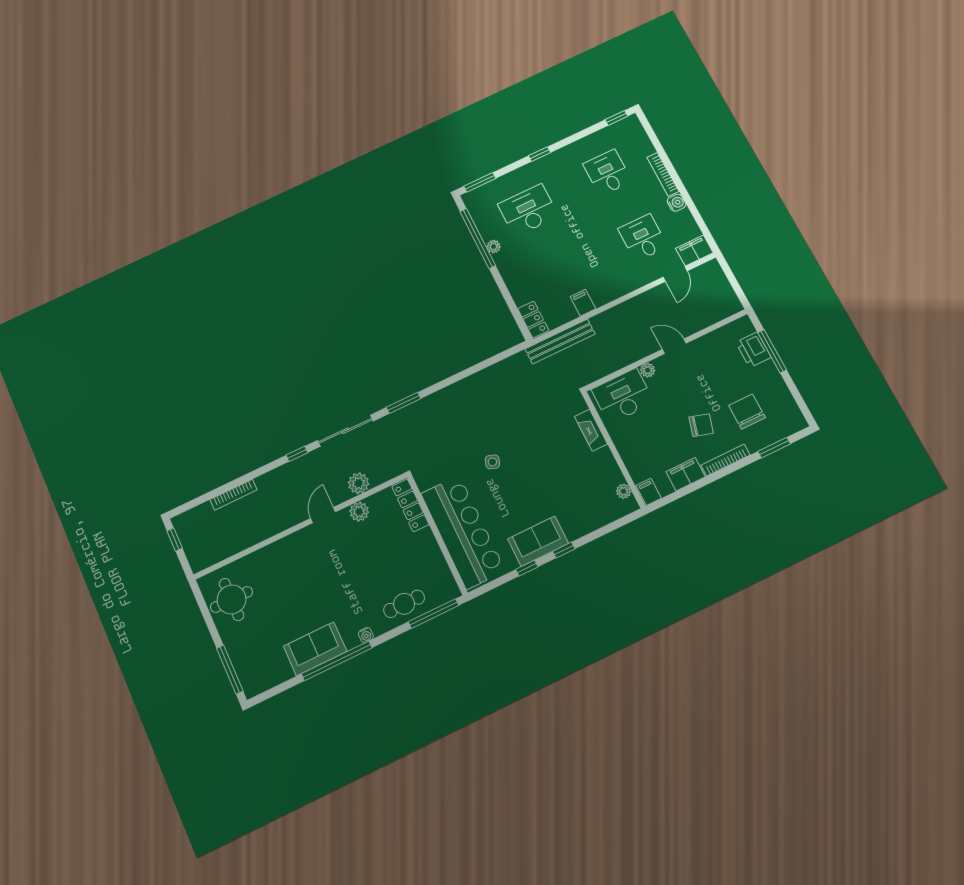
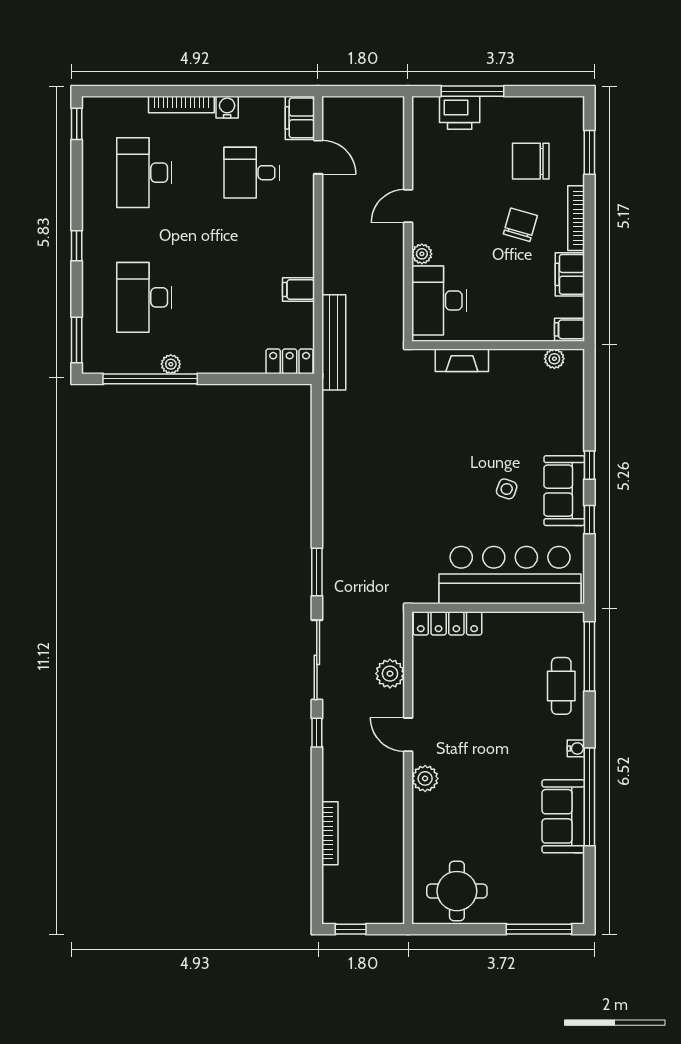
desk: (607, 173) -> (144, 173), width x1.37
side table: (492, 462) -> (507, 489), moved
plant: (359, 512) -> (425, 778), moved

